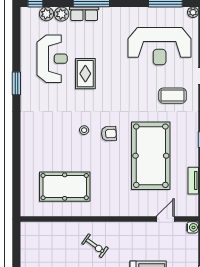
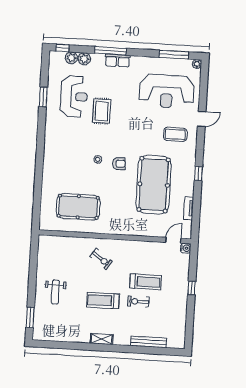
row of seats: (84, 14) -> (117, 61), moved
window: (16, 83) -> (43, 97), moved
door: (165, 219) -> (173, 240), moved

